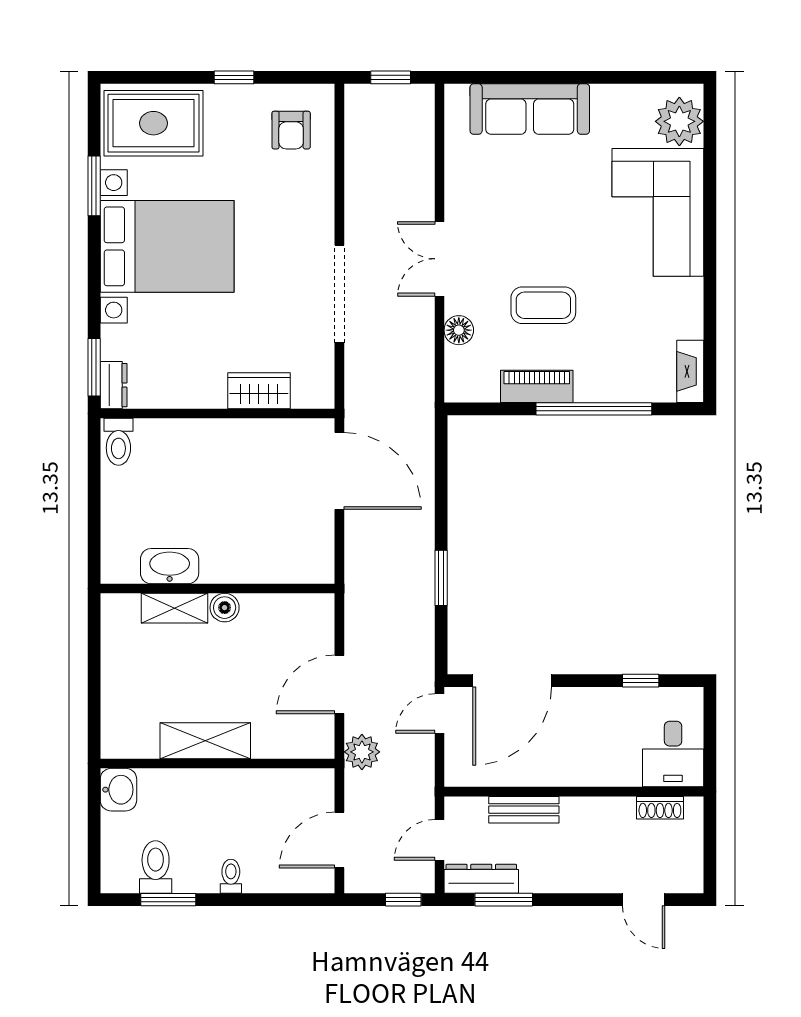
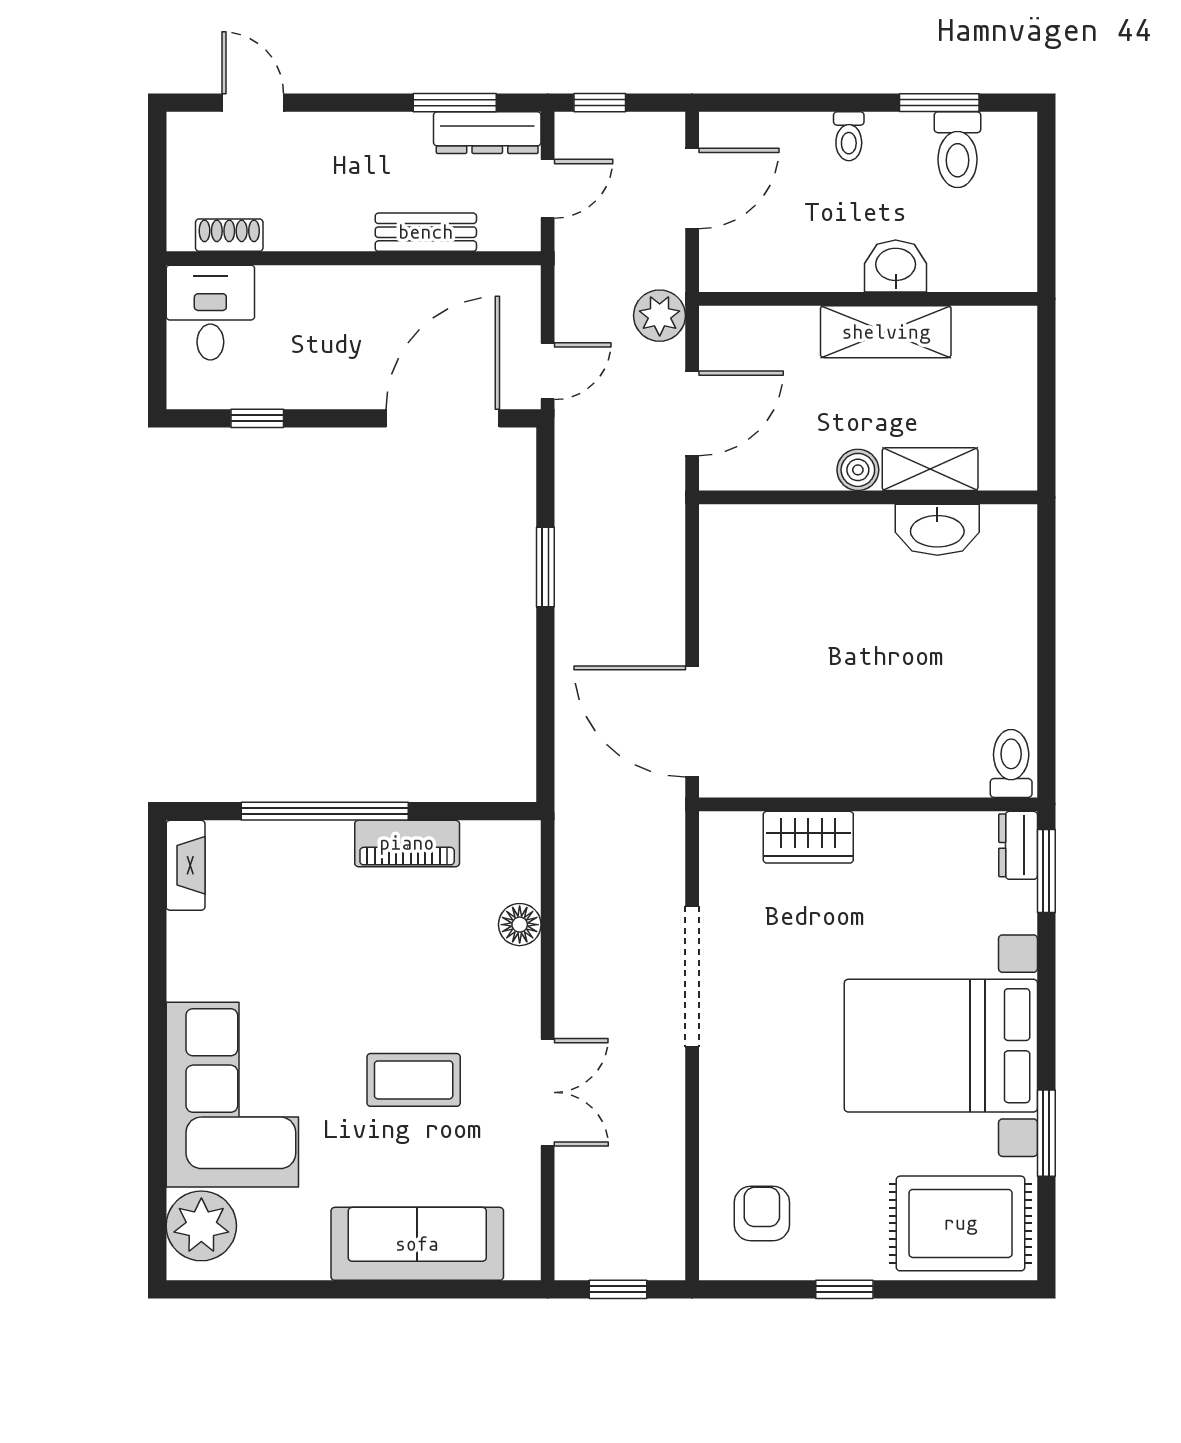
double door: (439, 259) -> (548, 1092), moved
coffee table: (543, 305) -> (414, 1080), moved
washbasin: (170, 566) -> (937, 530), moved
wall: (218, 589) -> (868, 497), moved
shelving: (175, 608) -> (930, 469), moved
boiler: (225, 608) -> (858, 470), moved
washbasin: (118, 790) -> (896, 266), moved, turned 90

